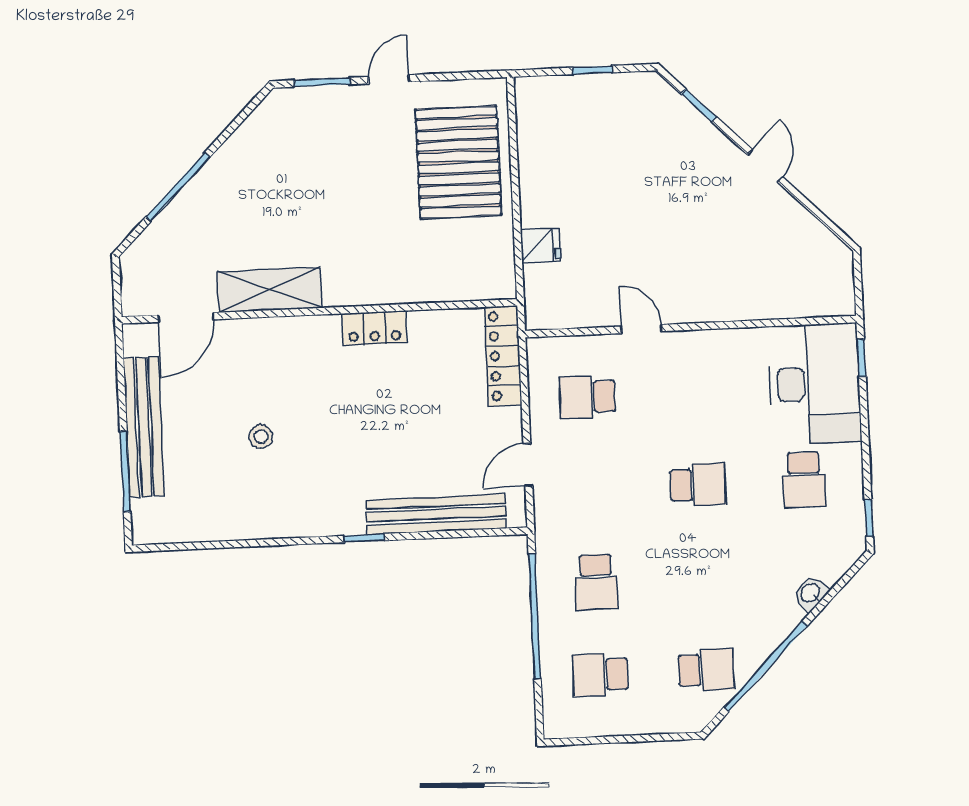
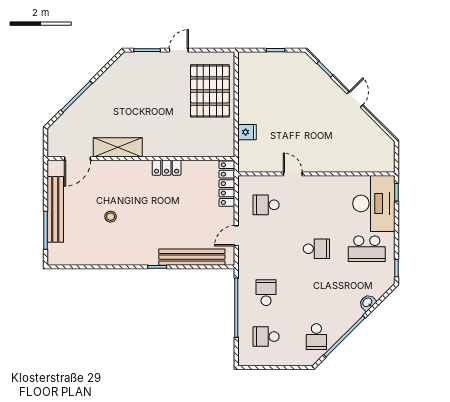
school desk: (804, 480) -> (367, 249), width x1.85
school desk: (596, 582) -> (266, 293), turned 180
school desk: (706, 670) -> (316, 337), turned 90

